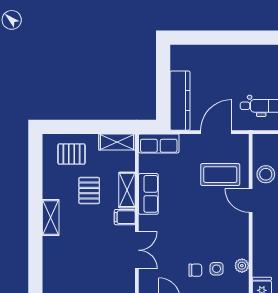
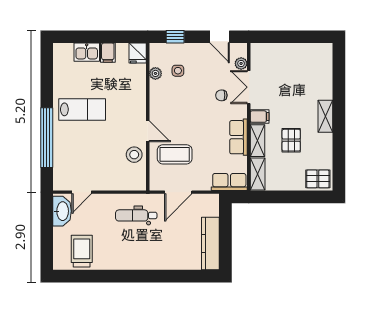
kitchen counter: (180, 101) -> (210, 243), moved
shelving: (117, 142) -> (258, 174), moved, turned 90
pallet: (72, 154) -> (318, 179), moved
chair: (195, 270) -> (221, 95), moved
plant: (146, 277) -> (241, 63), added

